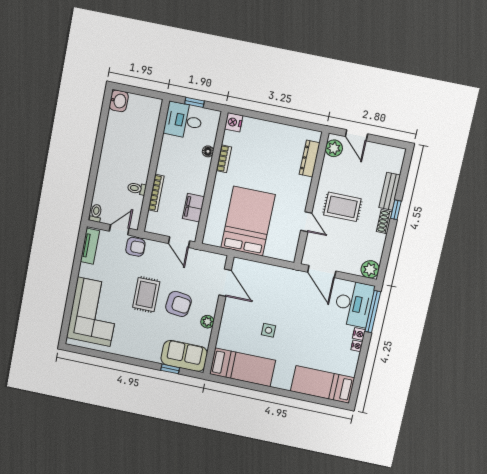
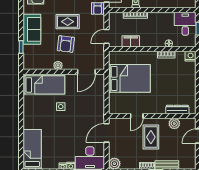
plant: (334, 148) -> (174, 124), moved
sofa: (184, 356) -> (32, 29), moved
bed: (242, 367) -> (44, 85), moved, turned -90

